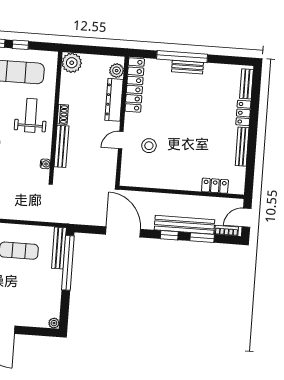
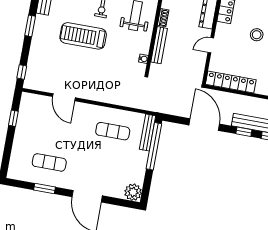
stool: (149, 146) -> (257, 35), moved
locker: (148, 180) -> (231, 82), added
plant: (54, 323) -> (133, 192), width x1.87, depth x1.87

